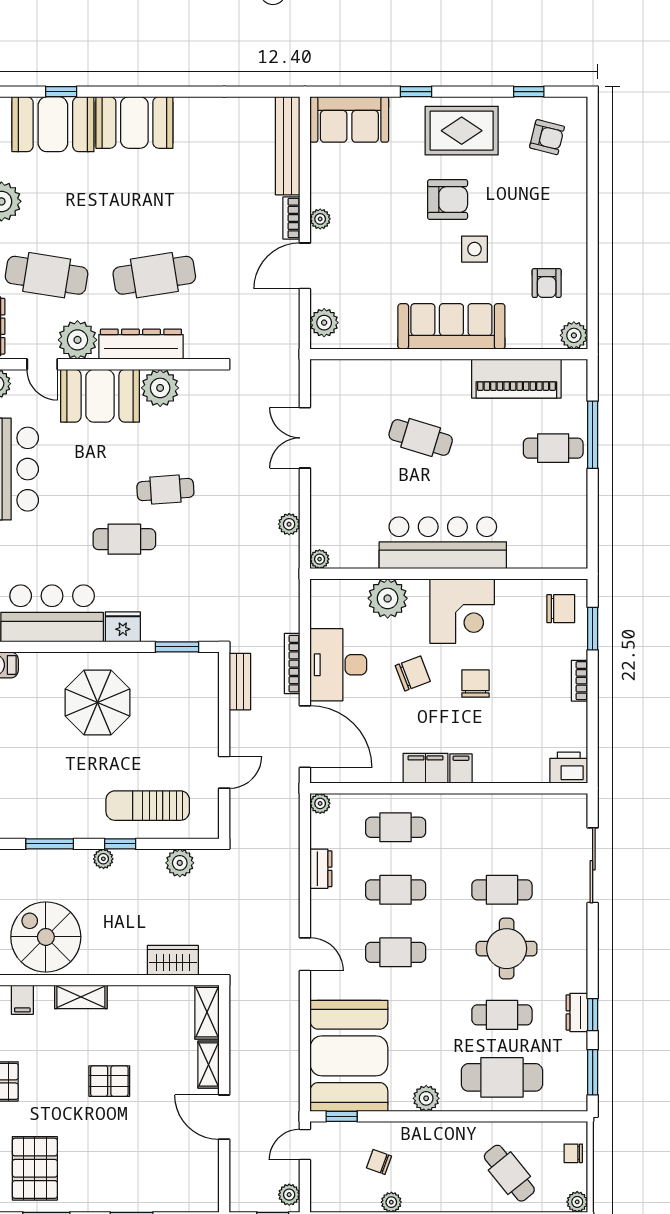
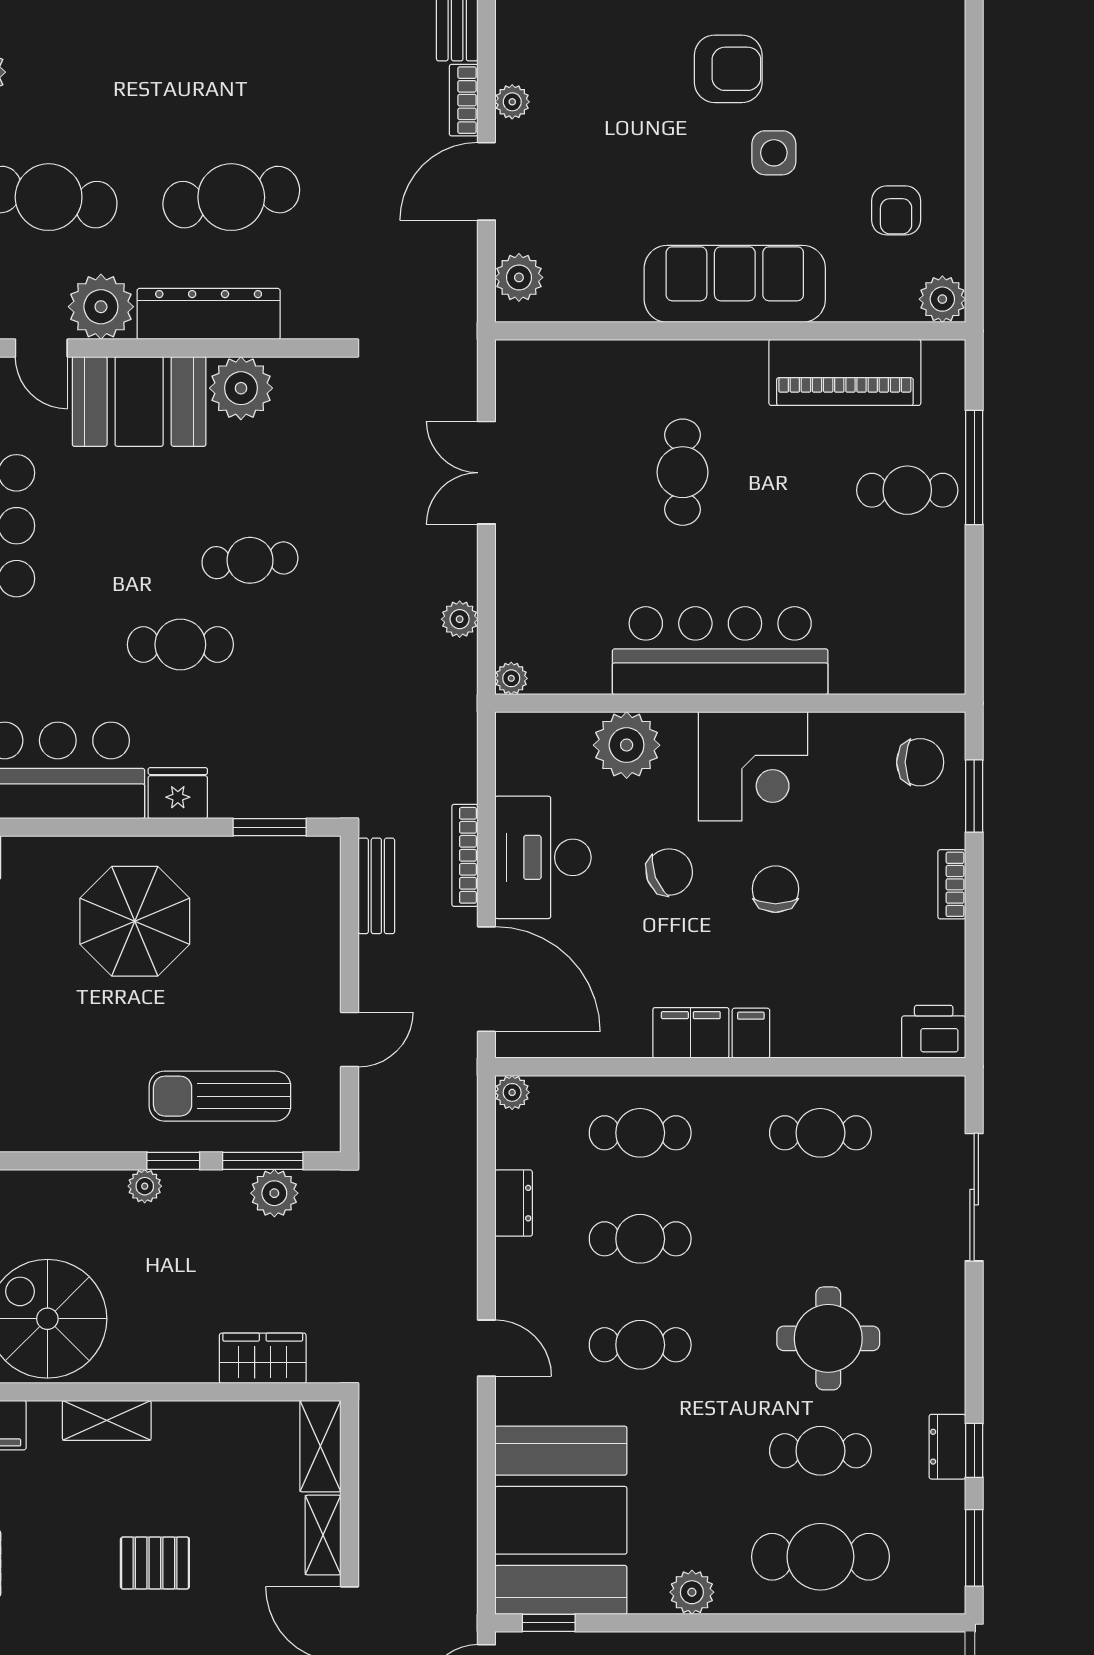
cafe table: (421, 437) -> (683, 472), turned 73
window: (50, 844) -> (263, 1161), moved
cafe table: (502, 890) -> (820, 1133), moved

